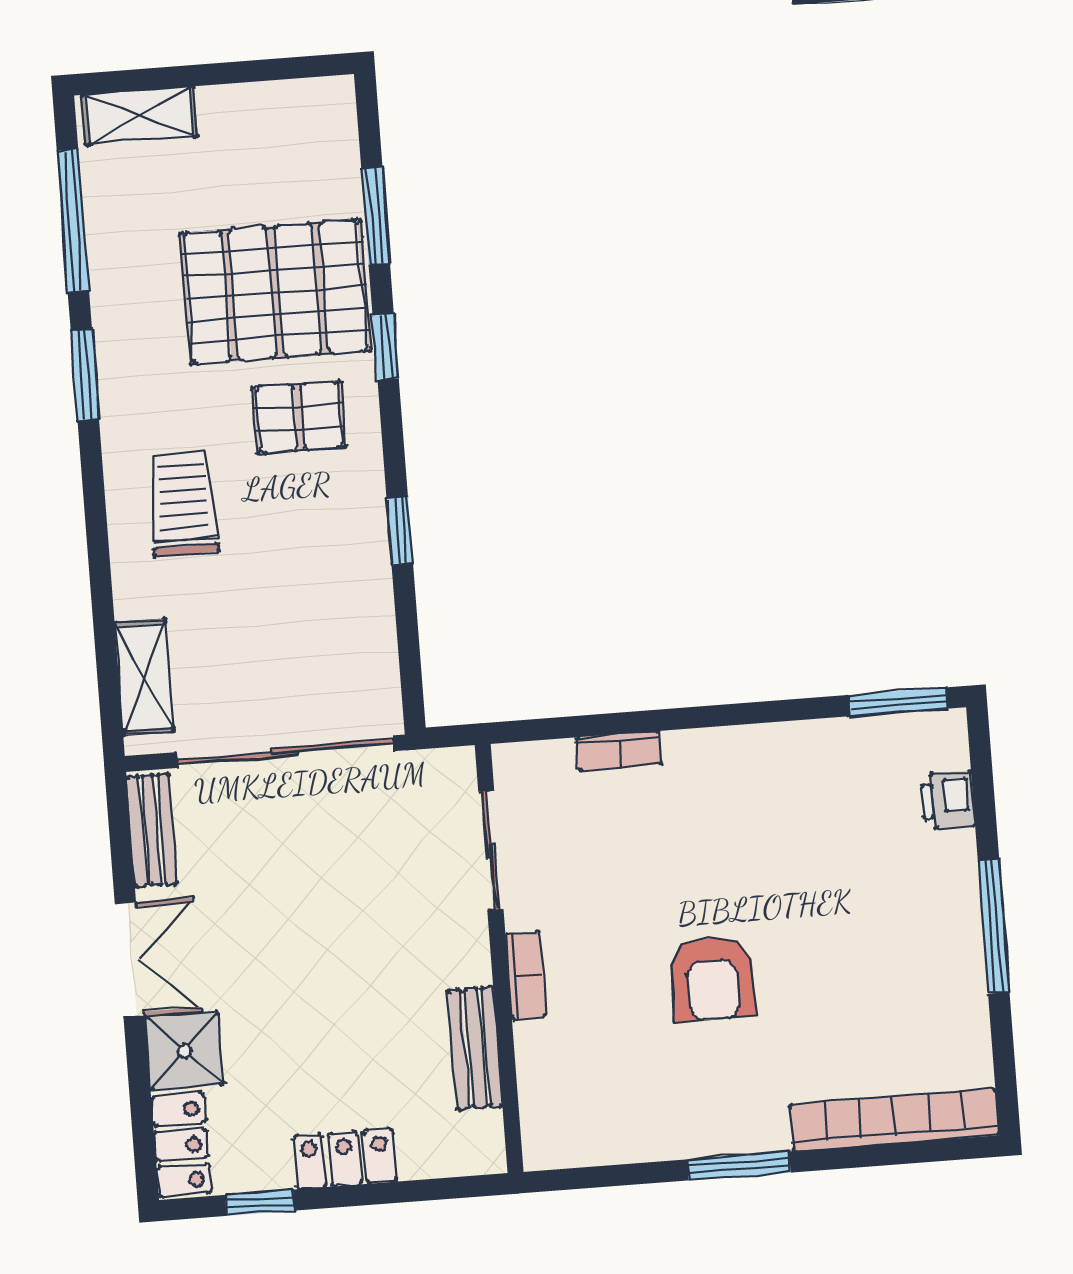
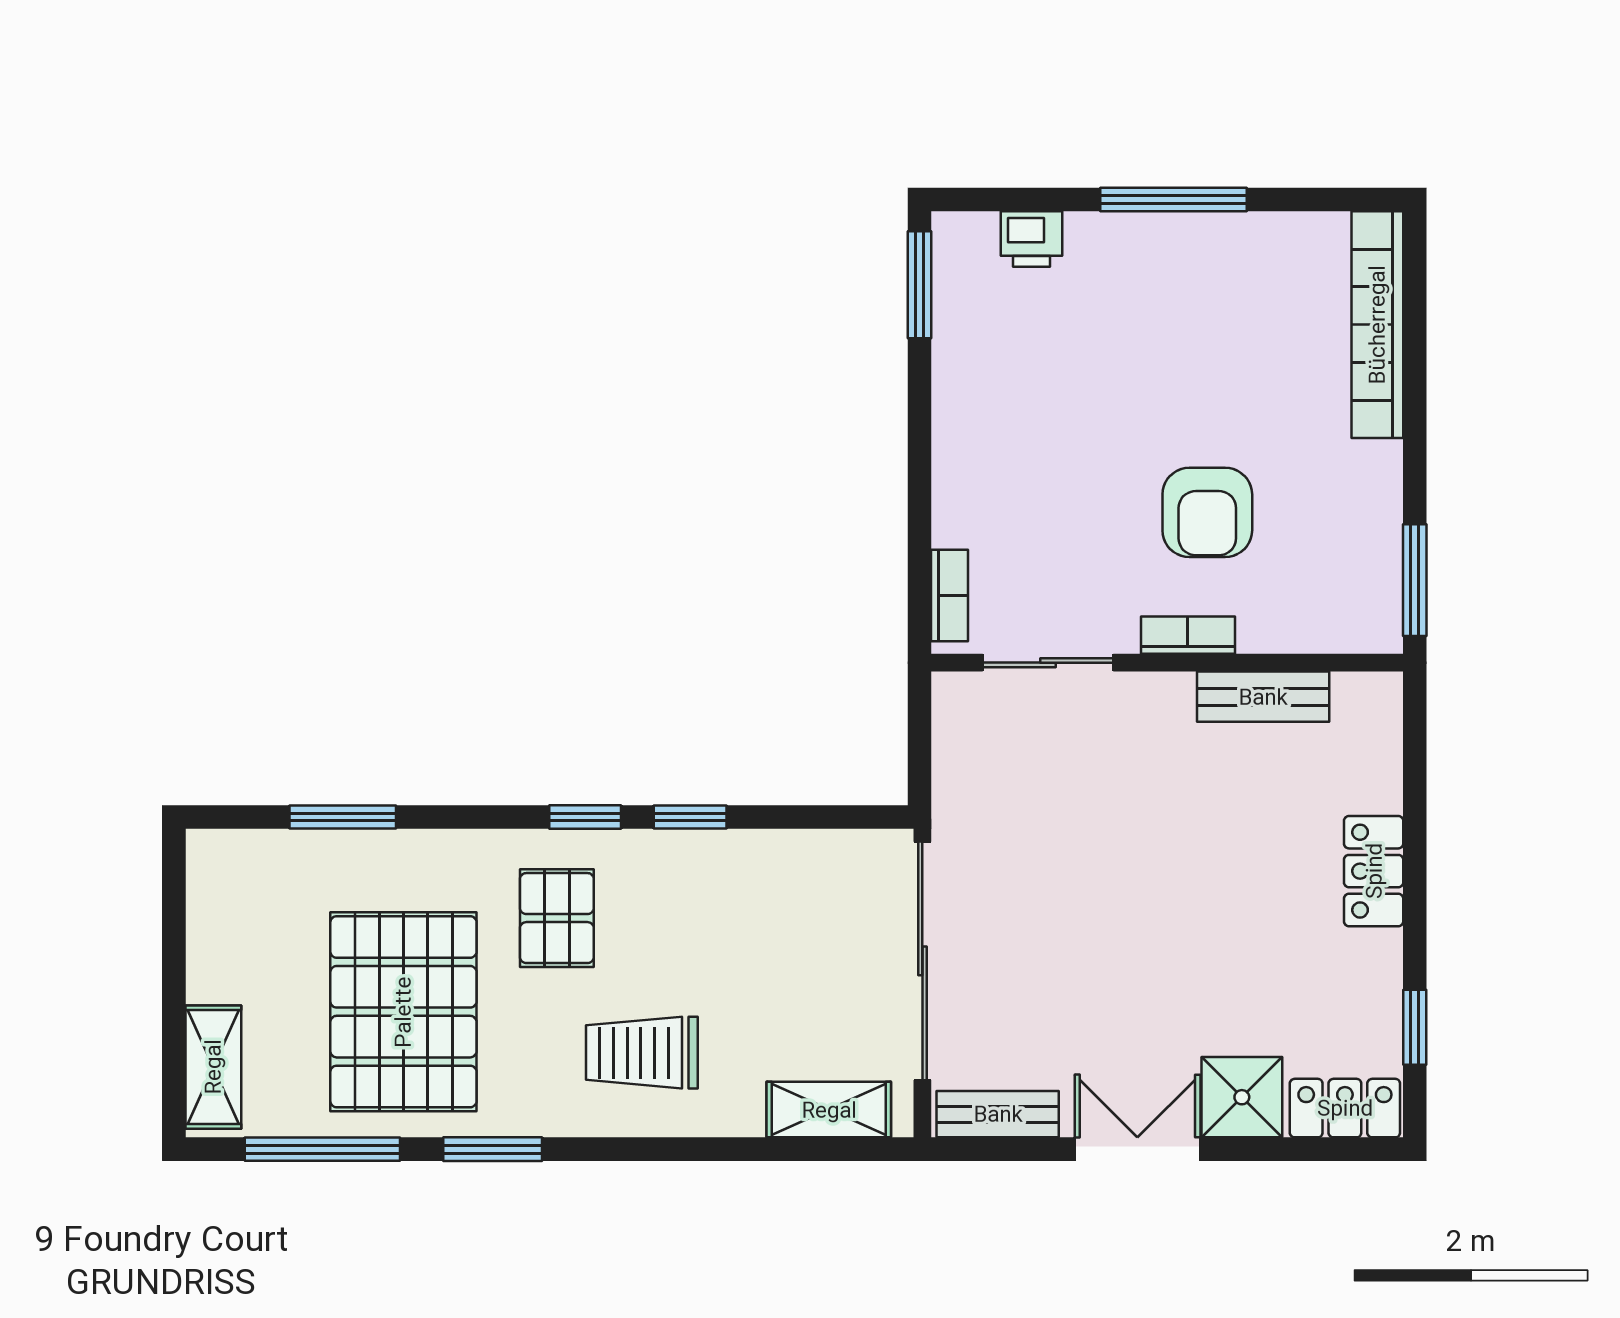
pallet: (275, 292) -> (403, 1012), moved
window: (386, 347) -> (585, 817), moved
sliding door: (491, 850) -> (1048, 663), moved
wall: (499, 958) -> (1167, 663), moved
bookcase: (525, 975) -> (1188, 635), moved
armchair: (712, 979) -> (1207, 512), turned 90
bench: (475, 1048) -> (1263, 697), moved
locker: (345, 1159) -> (1374, 871), moved
window: (739, 1166) -> (1415, 580), moved

